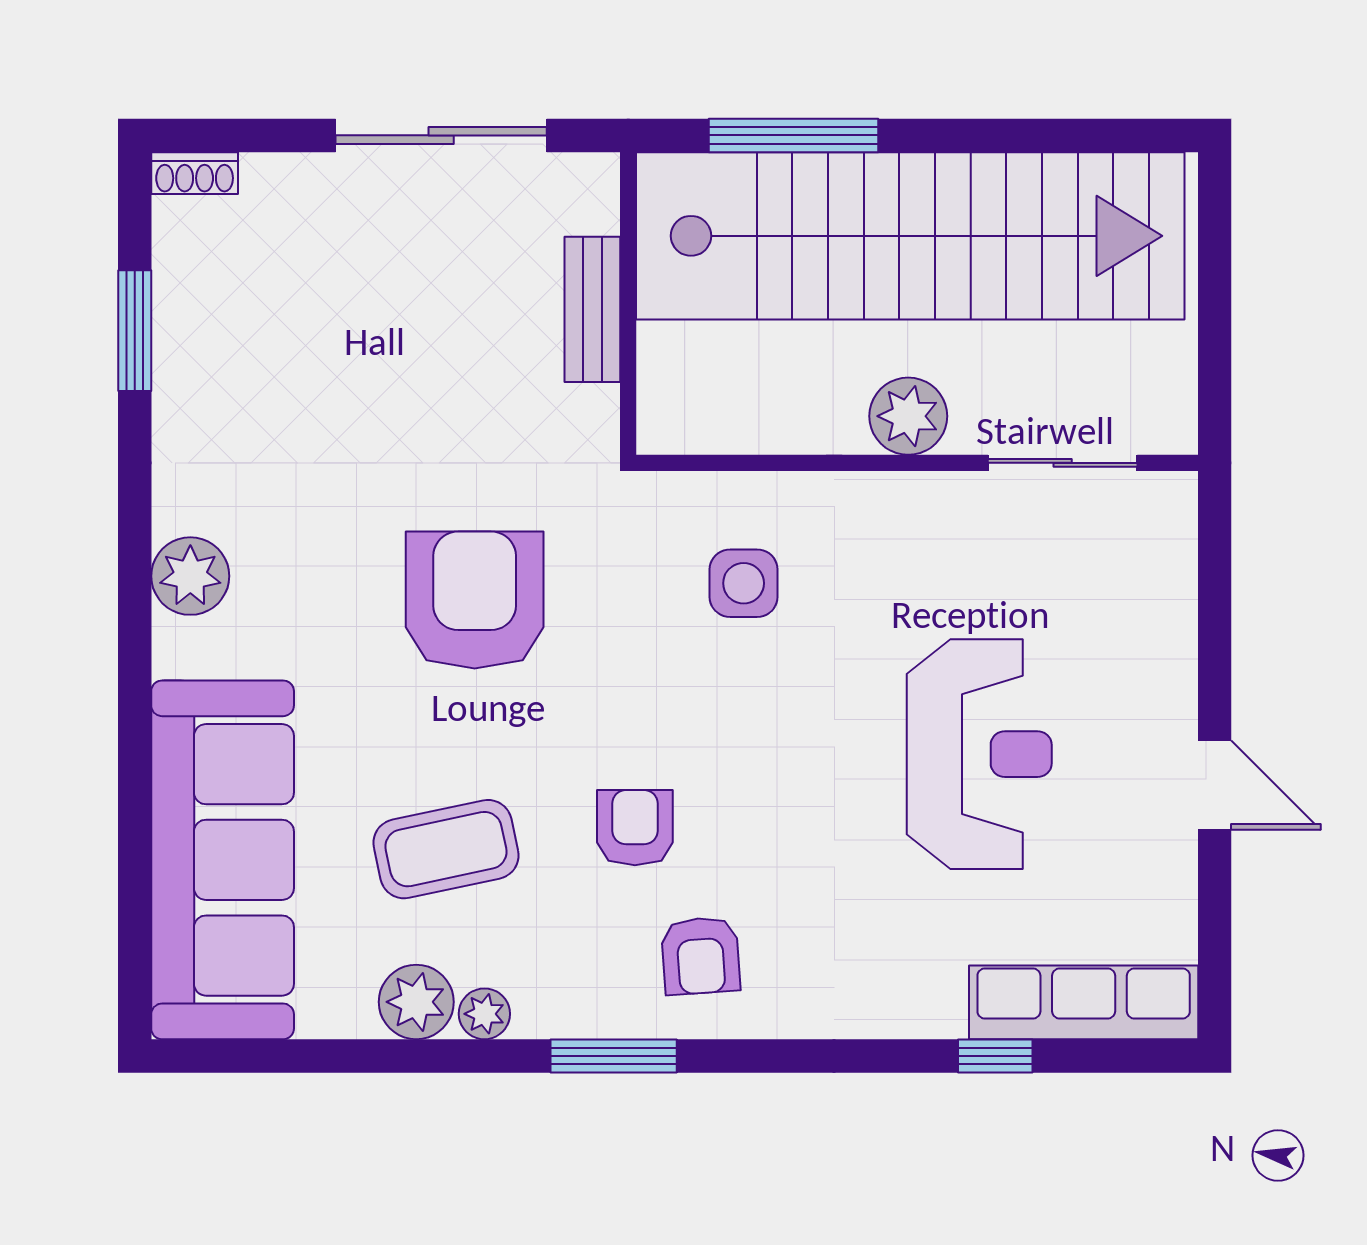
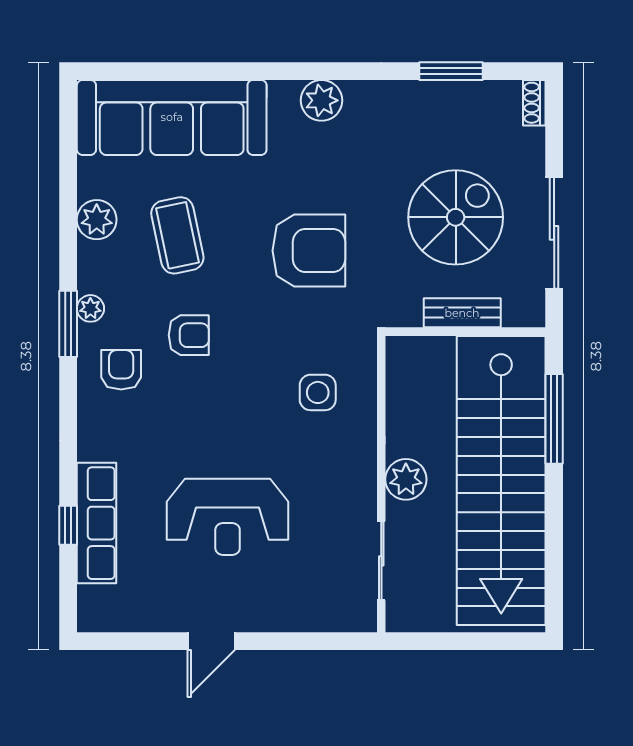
spiral stairs: (412, 322) -> (456, 217), added
armchair: (701, 956) -> (121, 370), turned 94
row of seats: (1084, 1002) -> (96, 523), moved
plant: (484, 1014) -> (90, 308), moved

